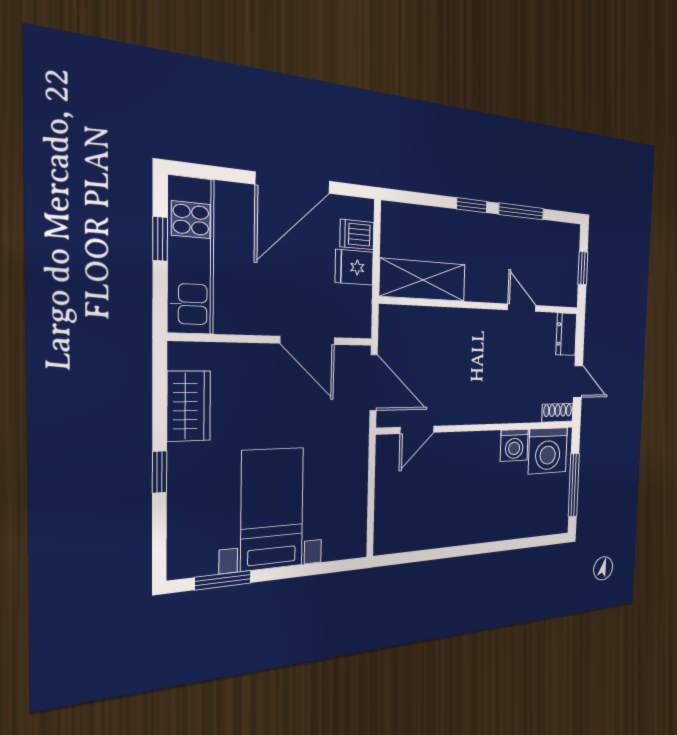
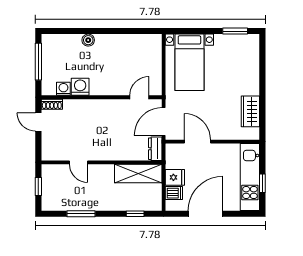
window: (472, 205) -> (135, 214), moved
dresser: (566, 334) -> (155, 149), moved, turned 180
door: (374, 383) -> (164, 122), hinge flipped
washing machine: (548, 451) -> (63, 89), width x0.53, depth x0.53
window: (160, 472) -> (262, 83), removed
bed with nightstands: (272, 509) -> (189, 62), moved
boiler: (499, 530) -> (88, 40), added

